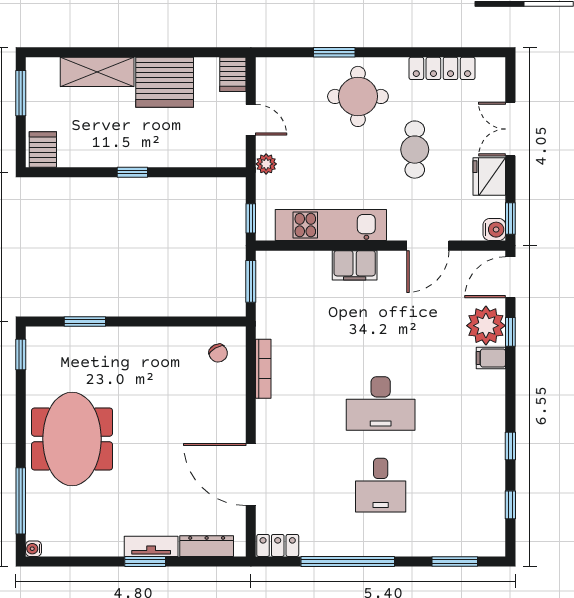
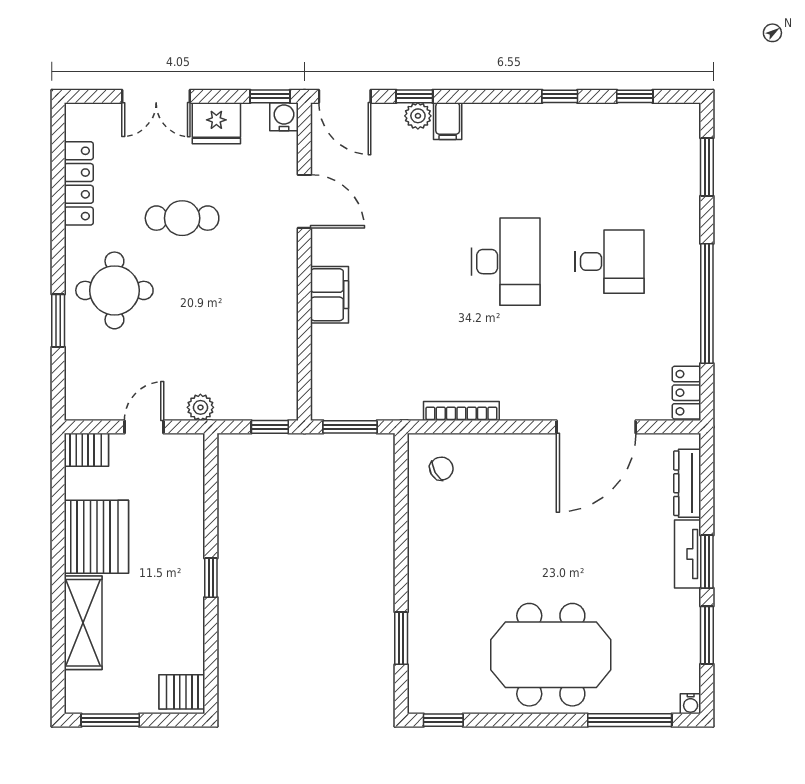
kitchen unit: (331, 225) -> (278, 325), removed
plant: (486, 326) -> (418, 116), width x0.53, depth x0.53
window: (87, 561) -> (707, 635), added

